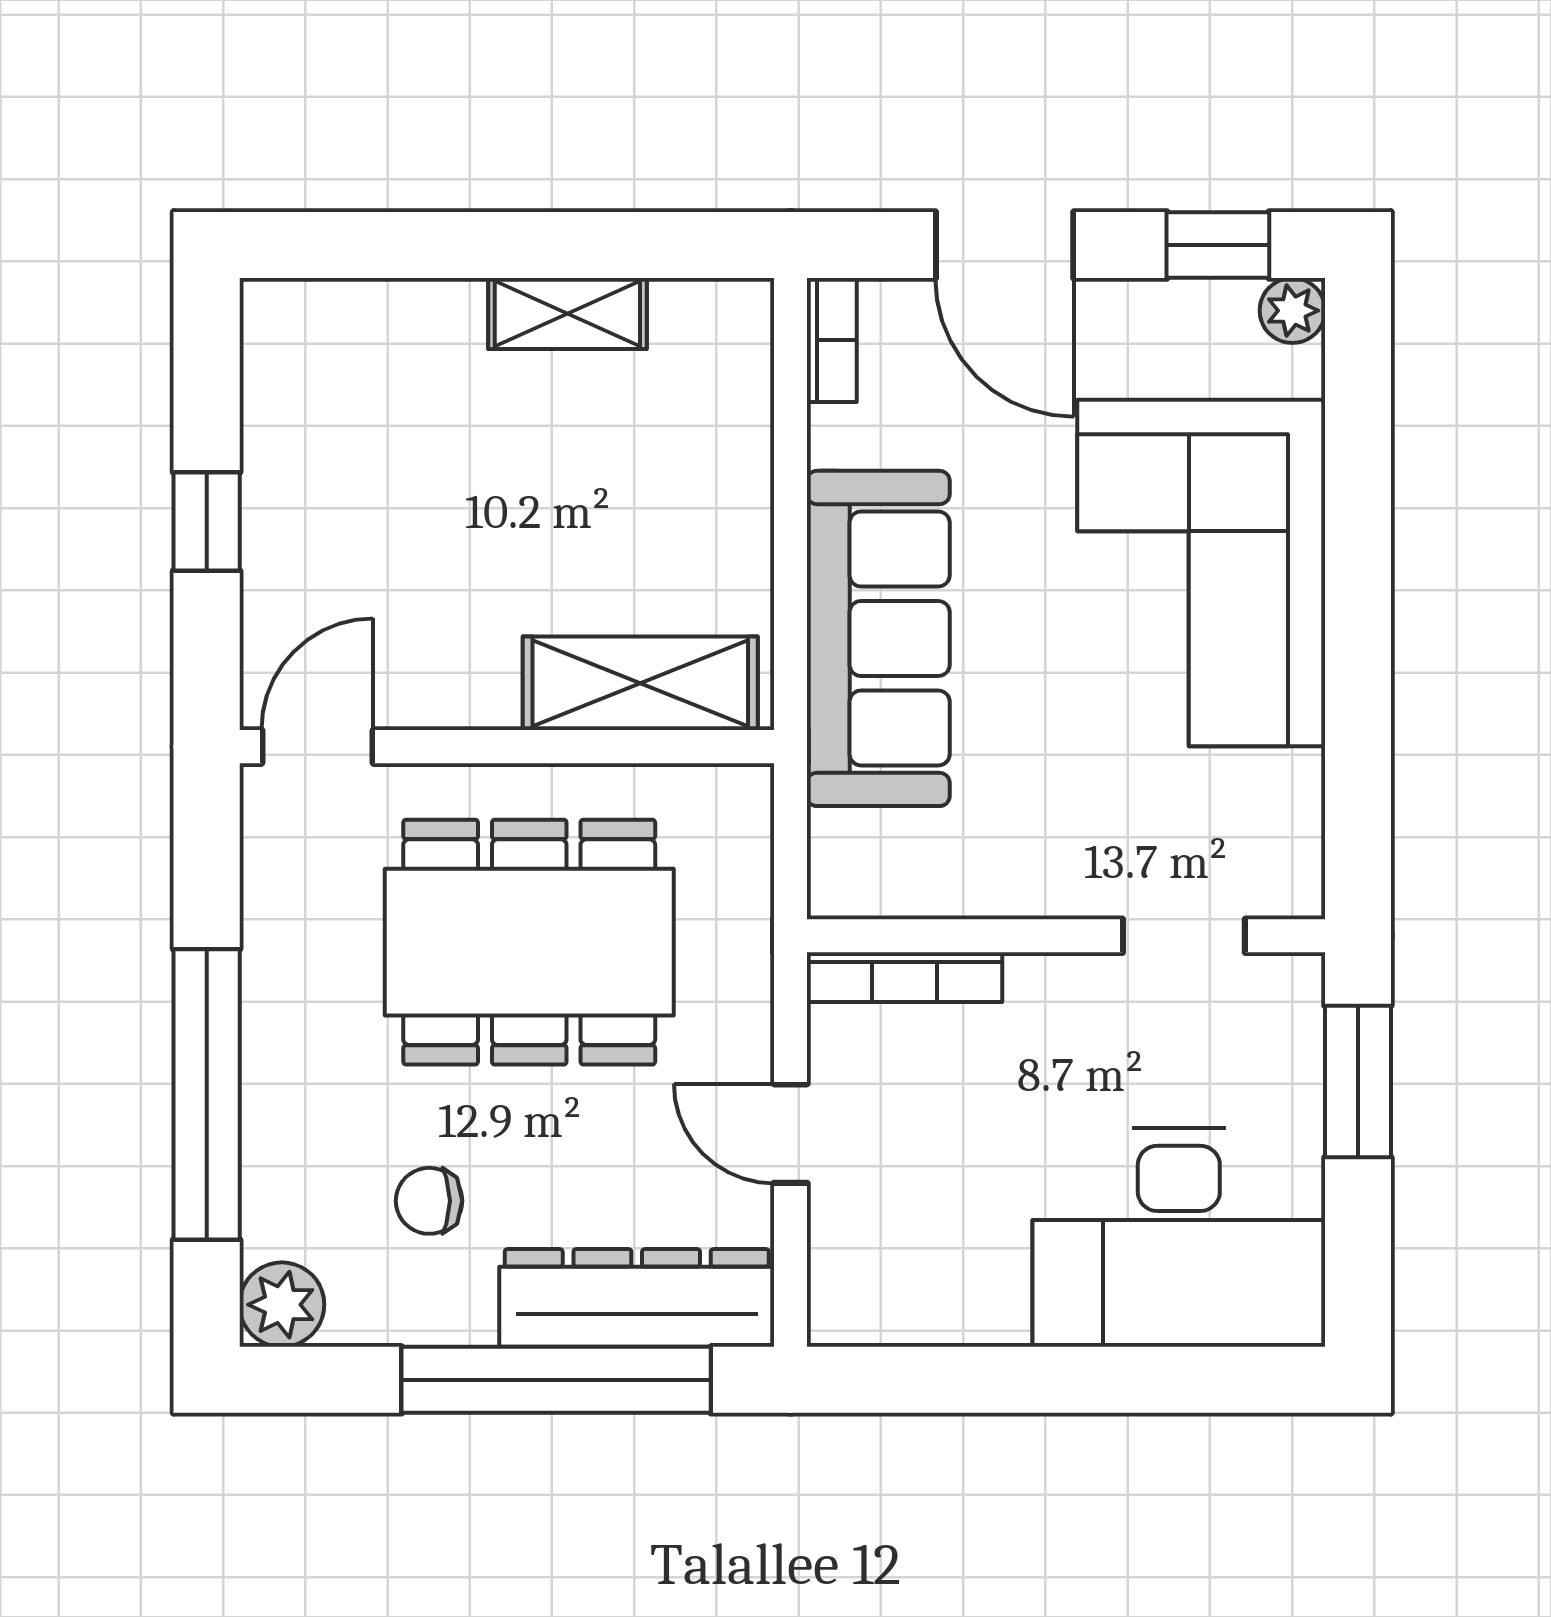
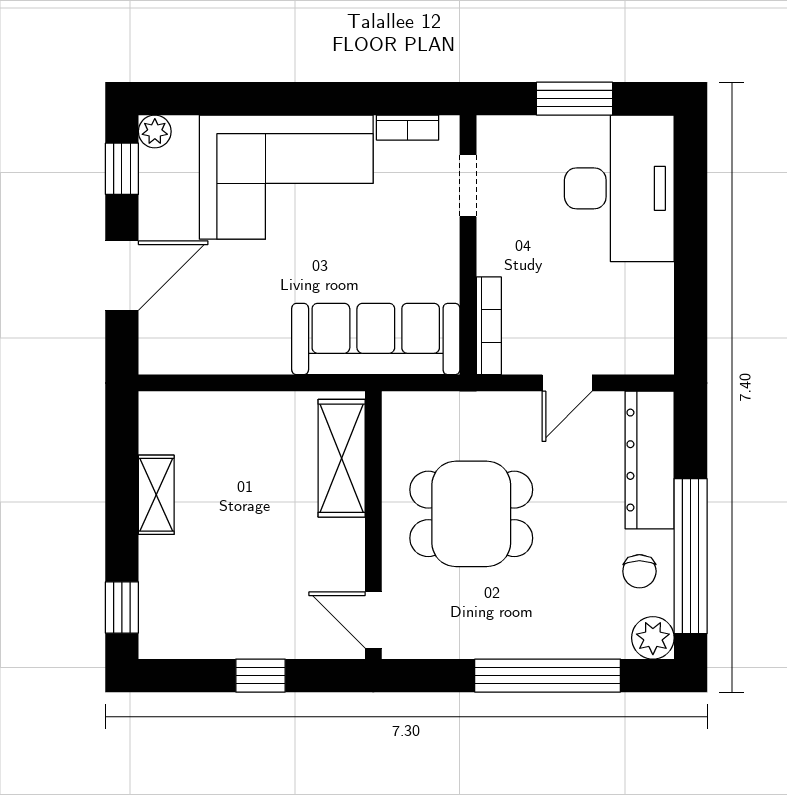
window: (343, 245) -> (122, 607), added
bookcase: (832, 340) -> (408, 128), moved, turned 180
sofa: (878, 638) -> (376, 339), moved
dining table: (529, 942) -> (471, 514), width x0.73
window: (1358, 1081) -> (574, 99), moved
chair: (429, 1201) -> (639, 571), moved
window: (556, 1380) -> (691, 556), moved

